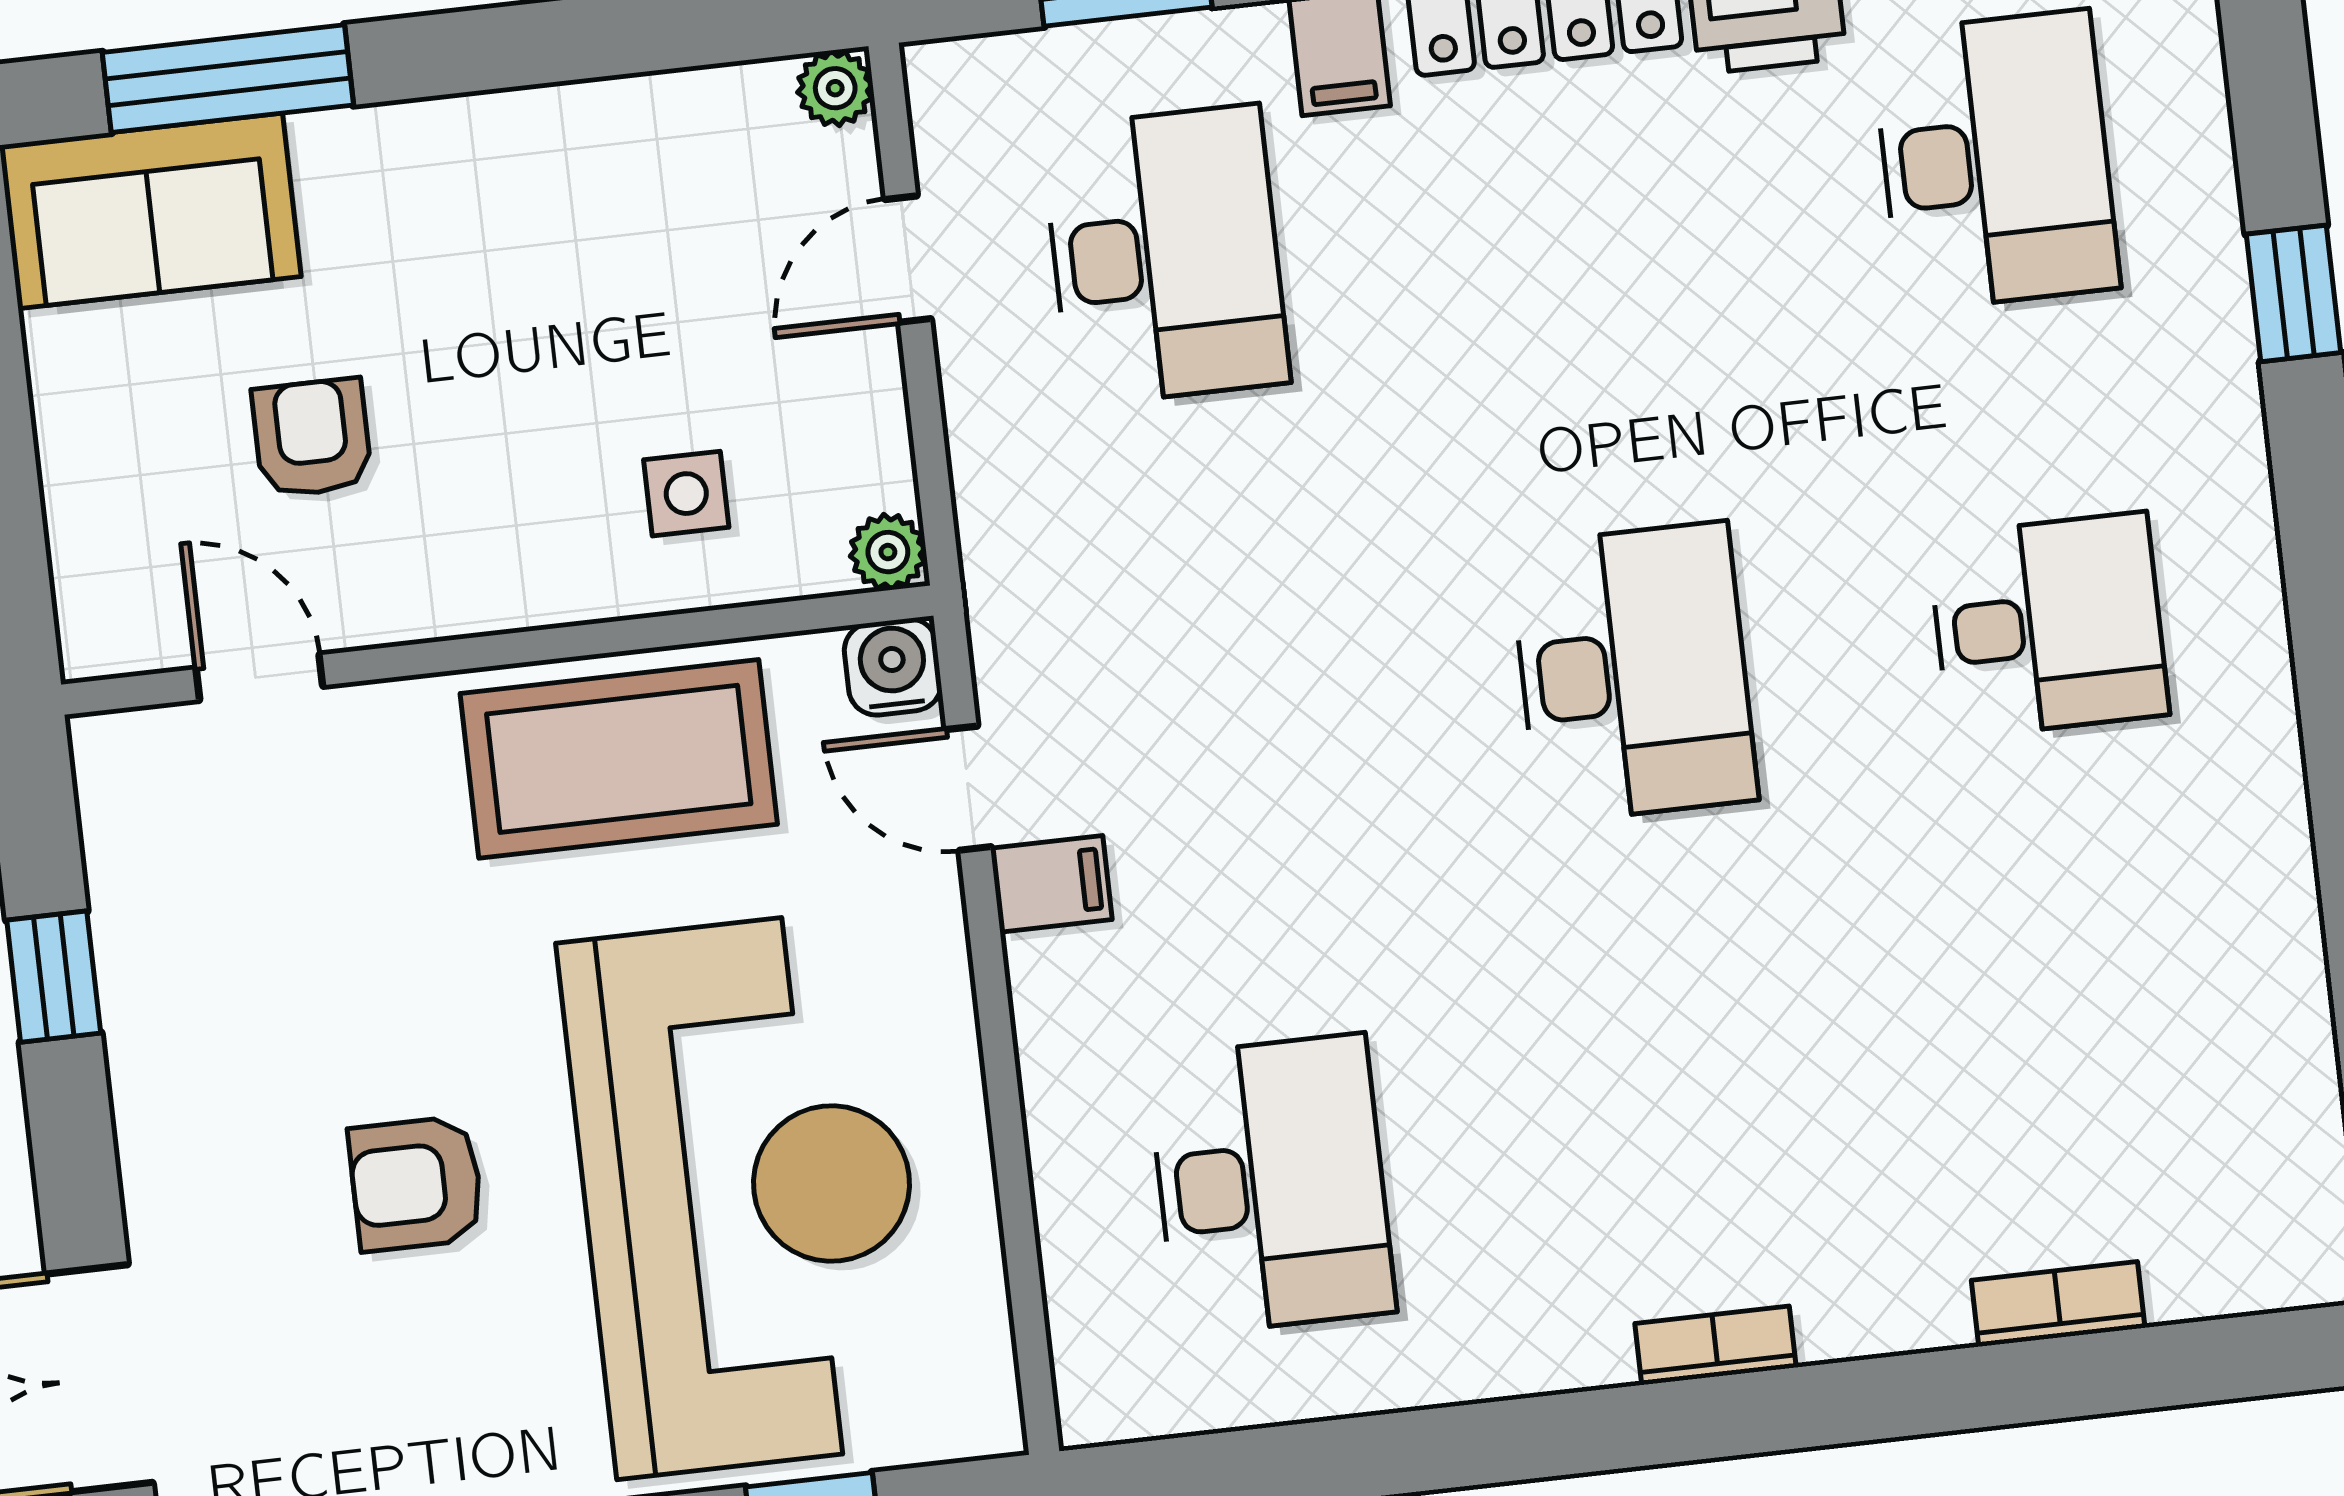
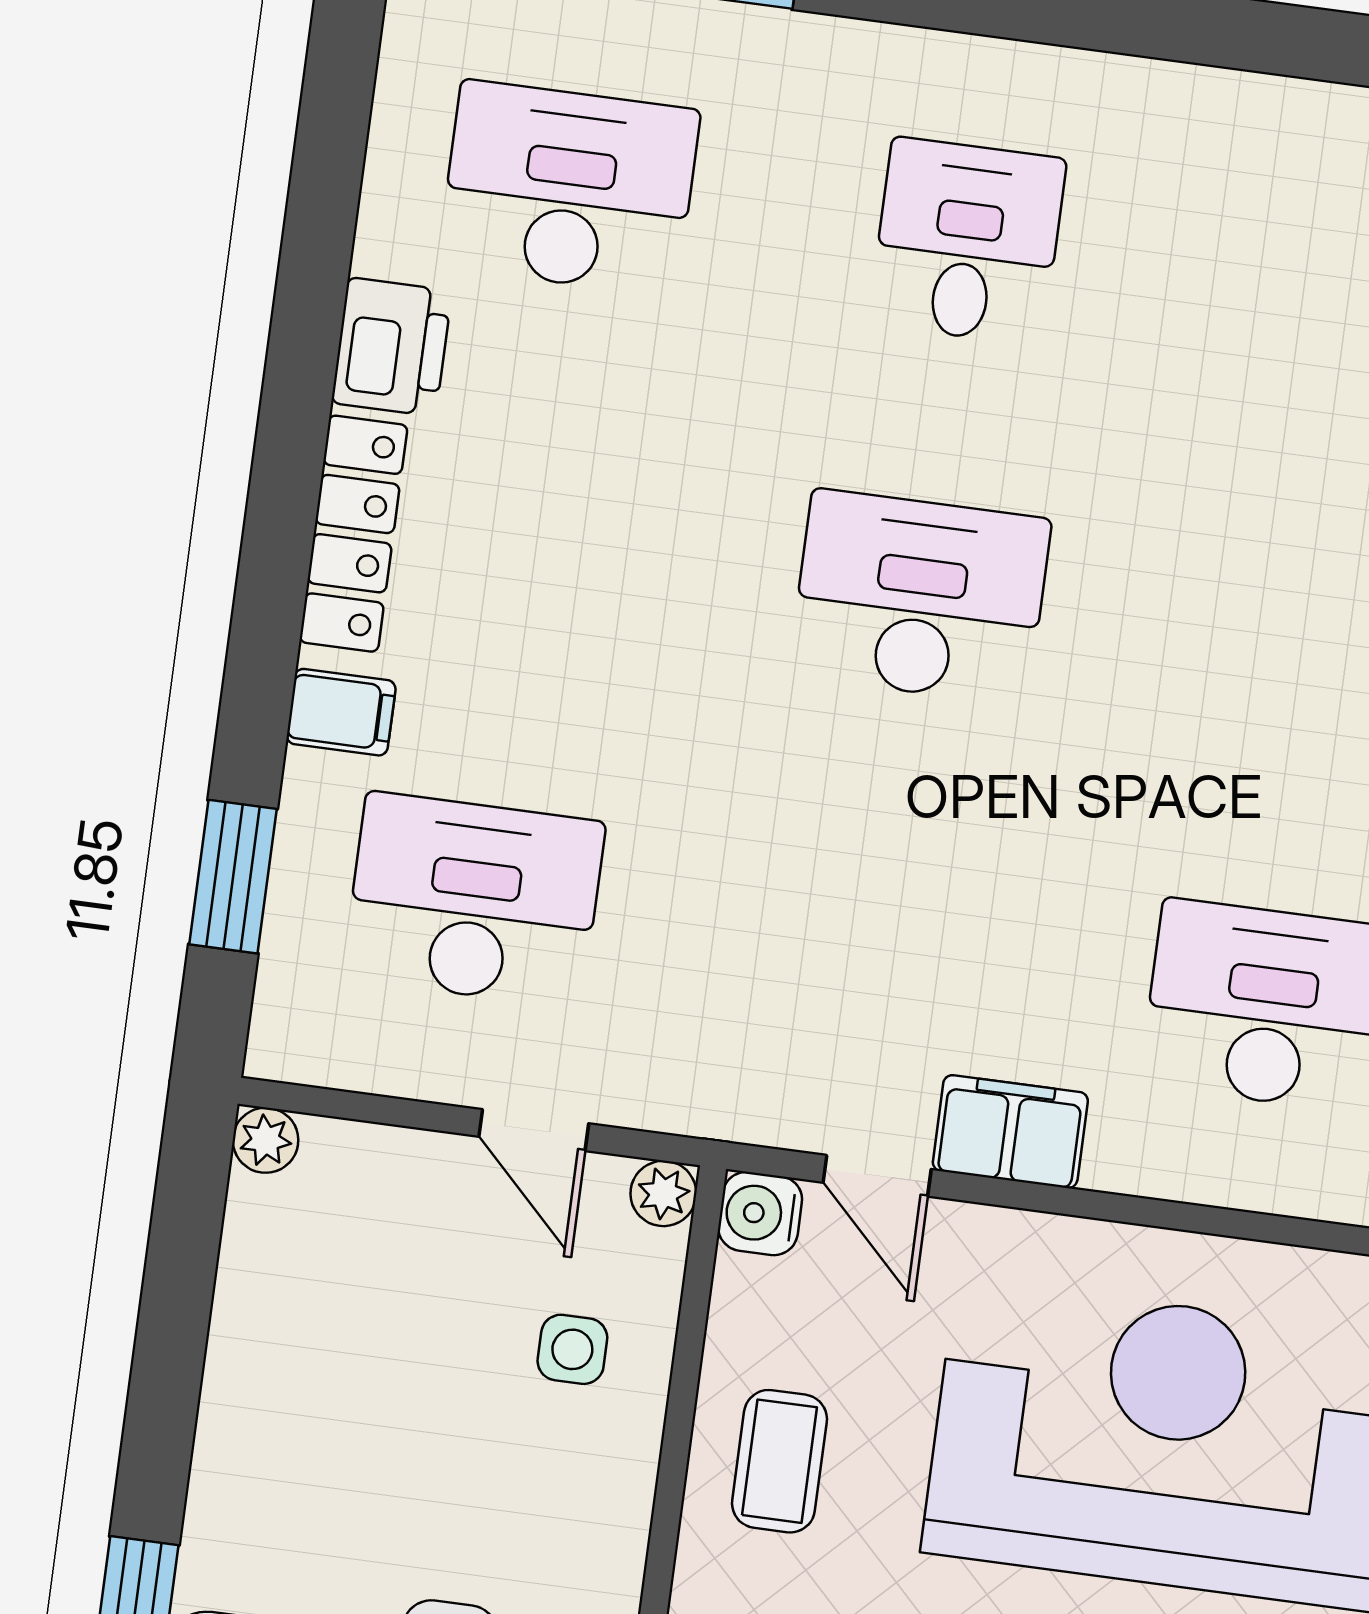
door: (908, 259) -> (534, 1130), moved
coffee table: (619, 759) -> (779, 1461), width x0.54, depth x0.58
door: (968, 788) -> (877, 1176), hinge flipped
filing cabinet: (1051, 884) -> (1010, 1132), width x2.00

